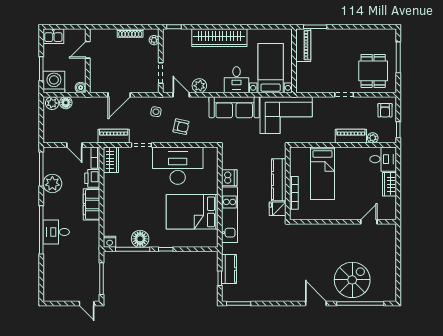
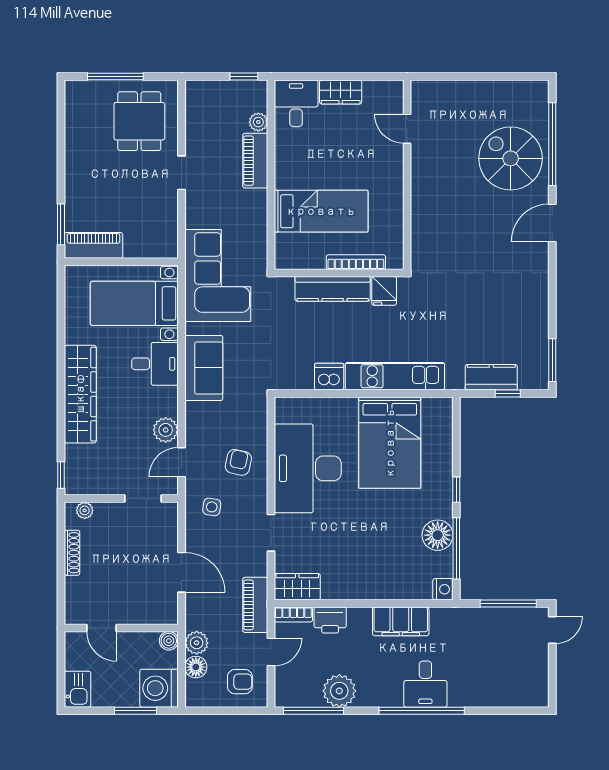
dining table: (373, 71) -> (139, 121), turned 90
plant: (52, 103) -> (197, 643), moved
sofa: (234, 107) -> (204, 368), width x0.73
armchair: (385, 110) -> (240, 682), moved
piano: (114, 136) -> (255, 605), moved
filing cabinet: (92, 204) -> (401, 621), moved

